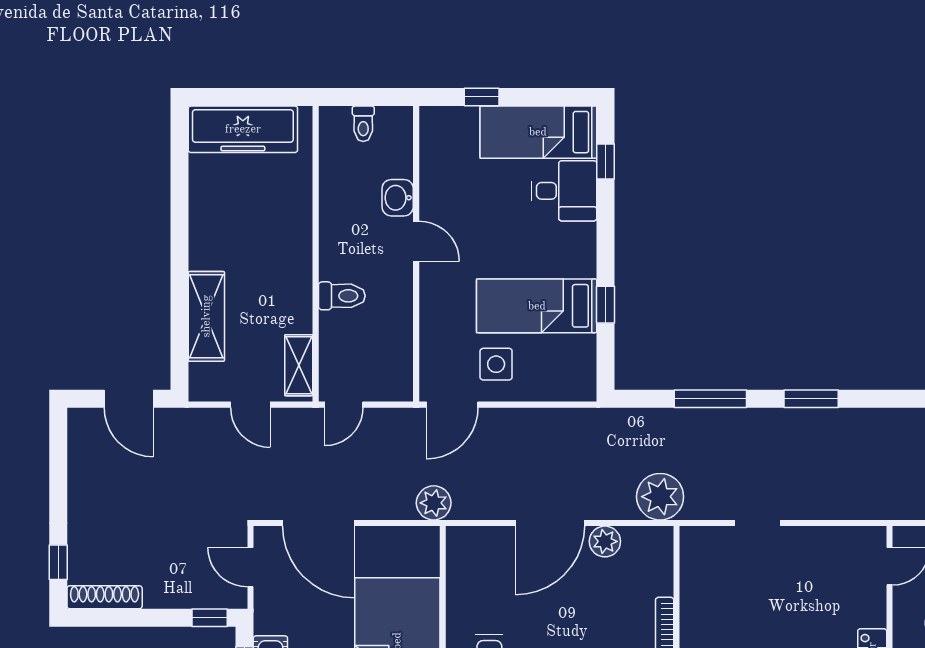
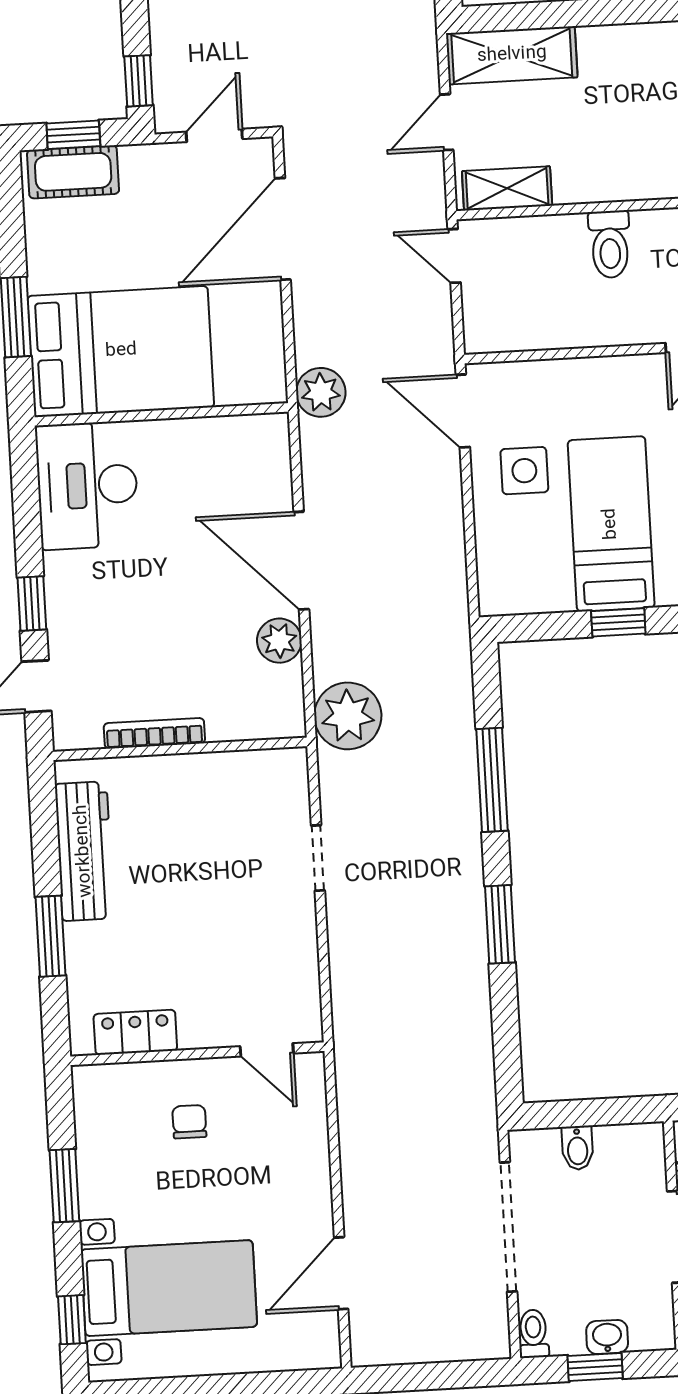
shelving: (206, 316) -> (512, 55), moved

